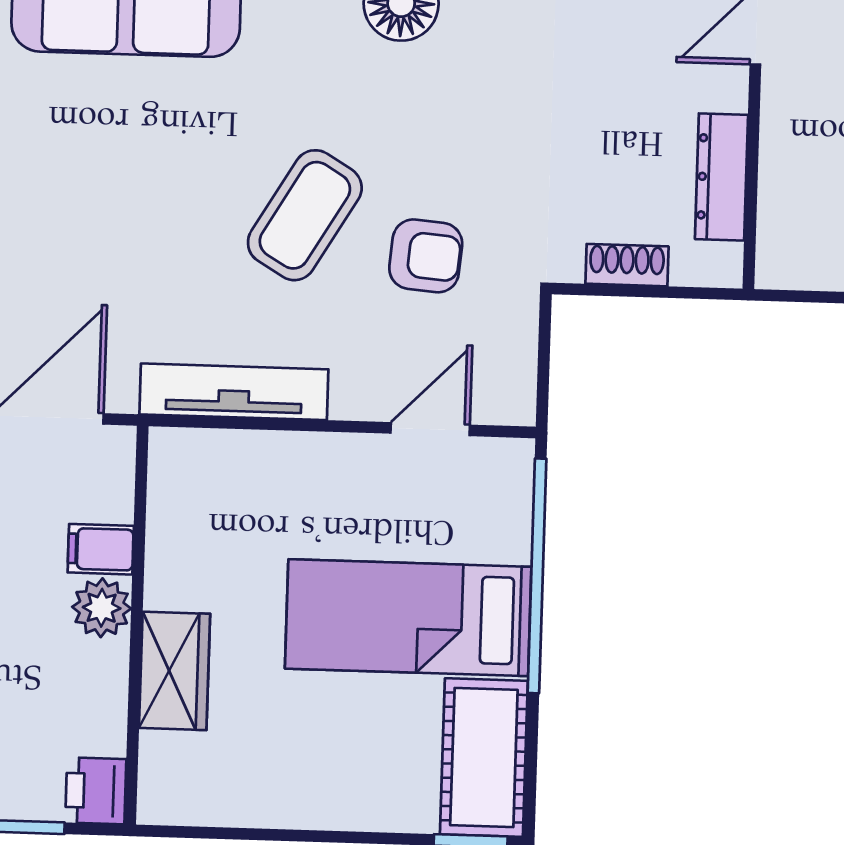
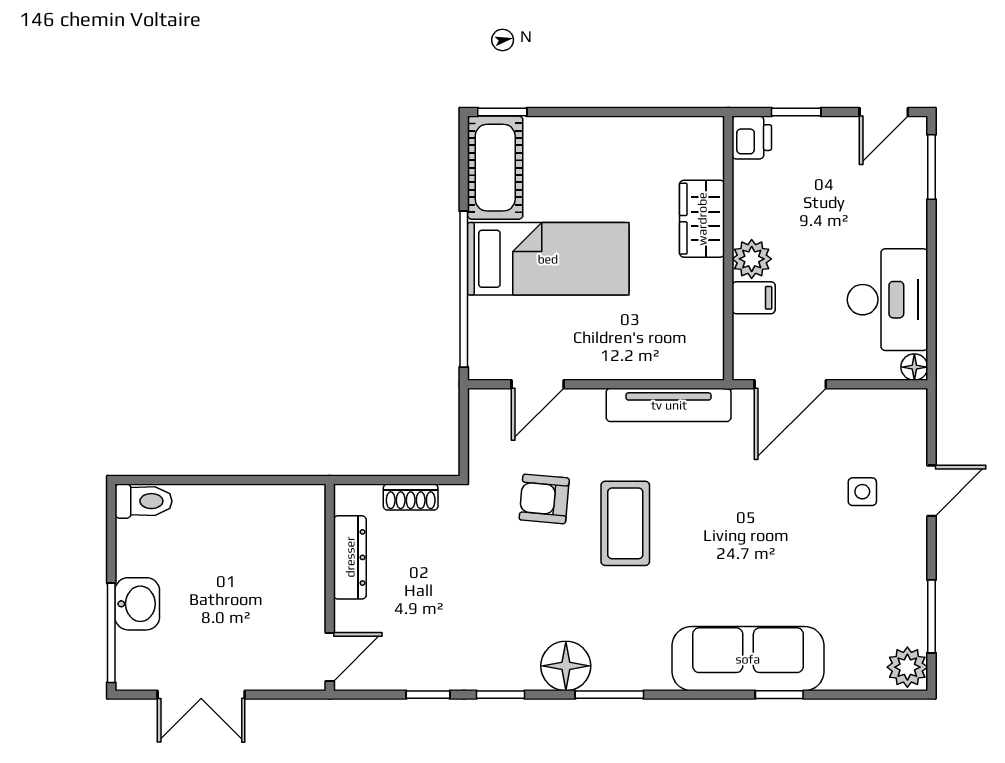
coffee table: (305, 215) -> (625, 523), turned -31

